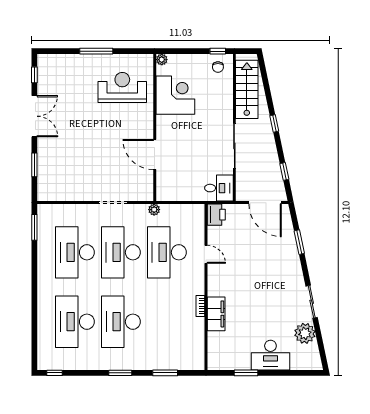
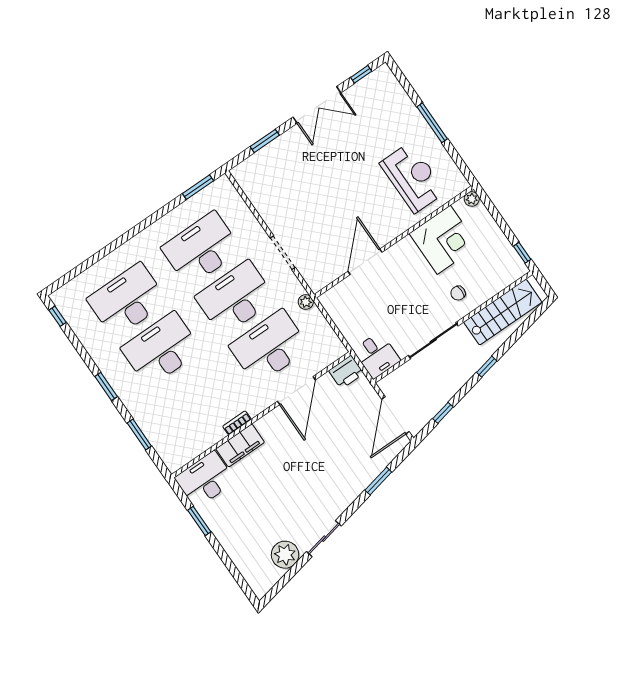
chair: (218, 67) -> (458, 293), moved
door: (206, 254) -> (296, 391), width x1.88
desk: (270, 355) -> (205, 480), moved, turned 90

